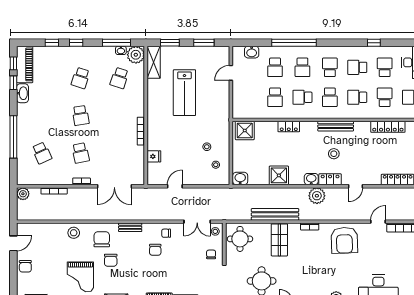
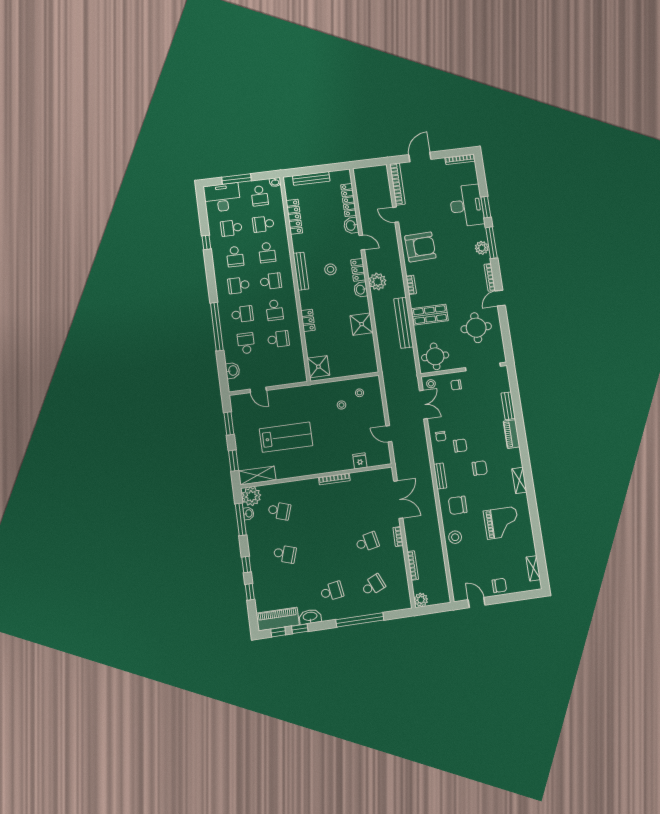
school desk: (275, 67) -> (246, 343), turned -90
school desk: (81, 115) -> (332, 591), moved
washbasin: (240, 179) -> (351, 225), moved
chair: (111, 260) -> (480, 468), moved

